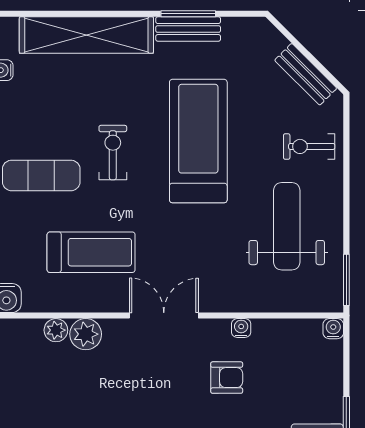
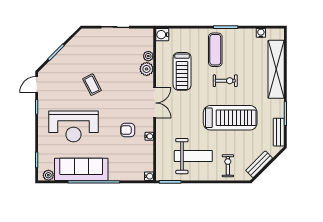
bench: (188, 29) -> (279, 132), moved
armchair: (227, 378) -> (128, 130), turned 90

